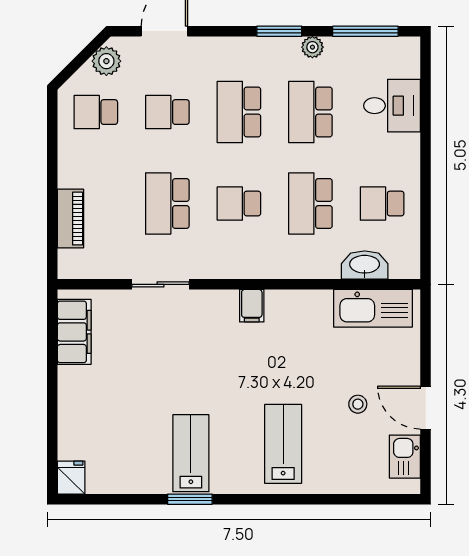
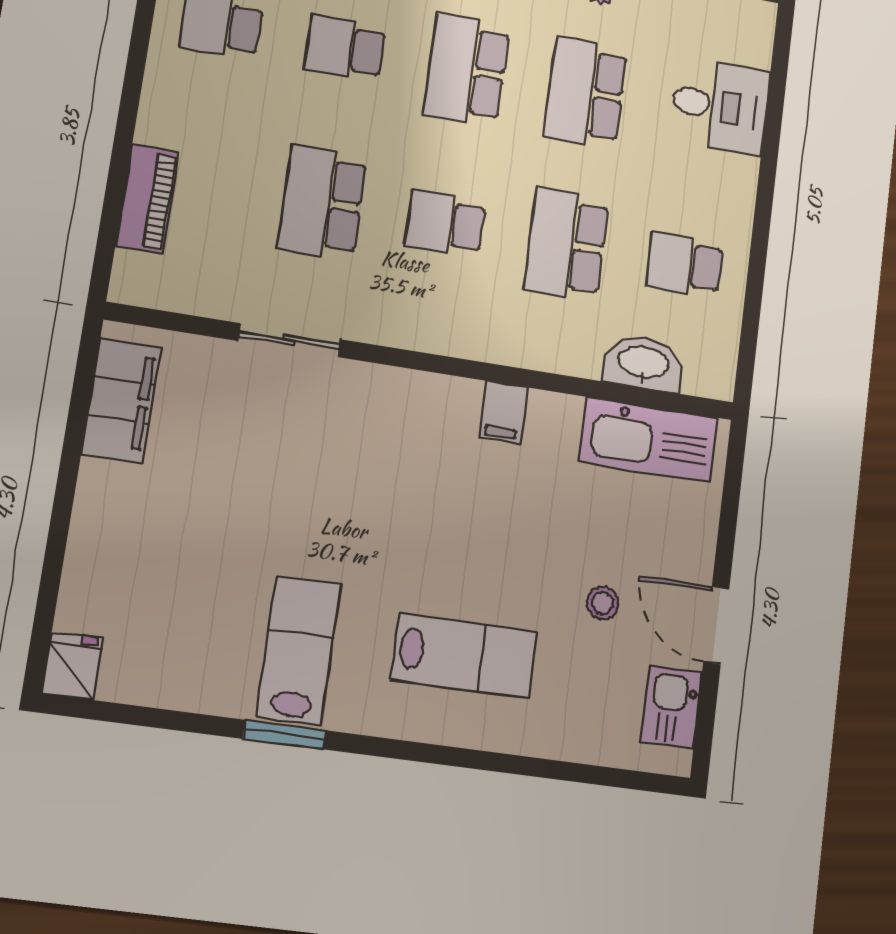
filing cabinet: (252, 306) -> (503, 412), moved
lab bench: (283, 444) -> (465, 656), turned 90

